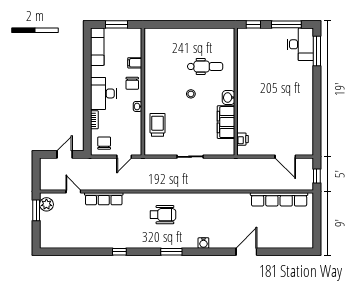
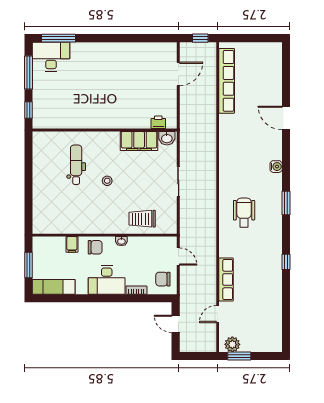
washbasin: (228, 98) -> (167, 138), moved

